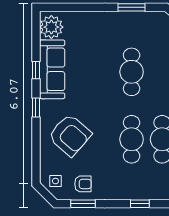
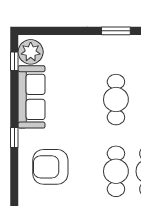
window: (36, 70) -> (14, 61), moved
armchair: (70, 135) -> (50, 167), turned 139

